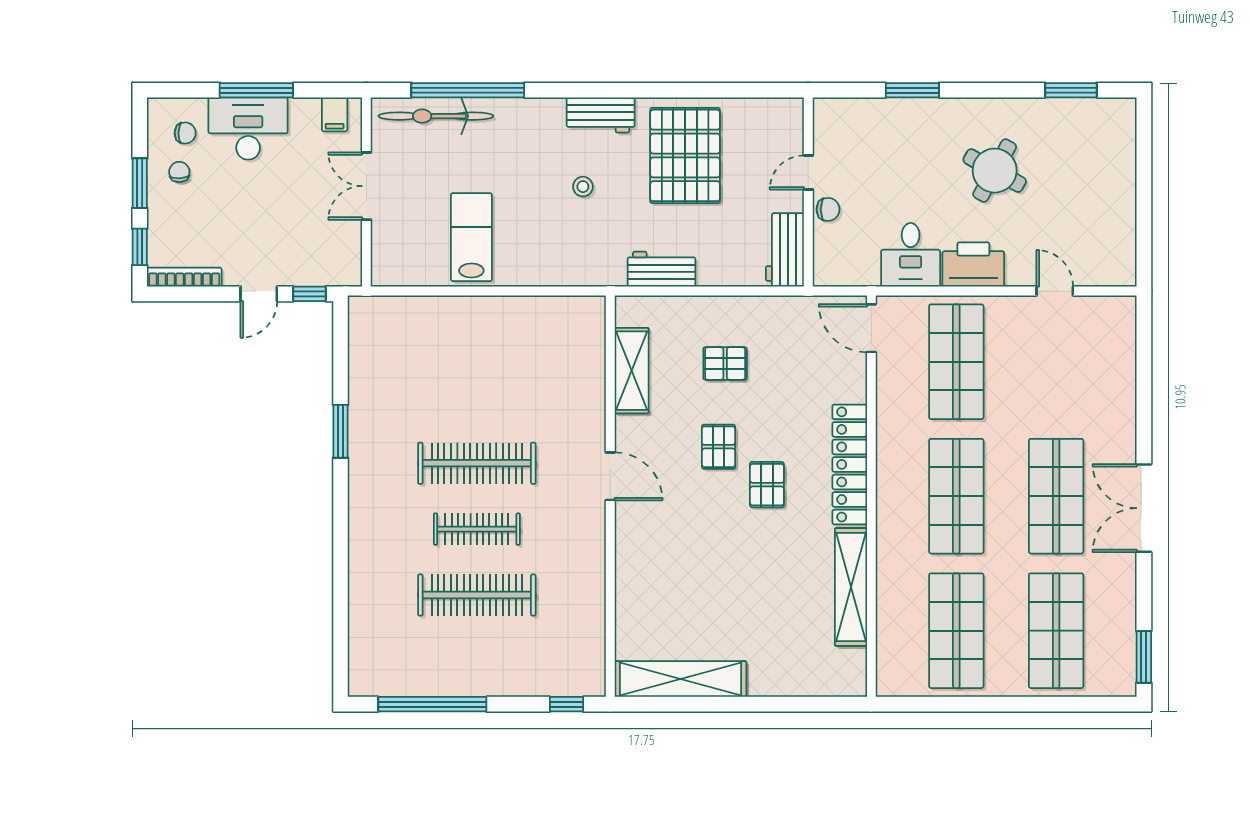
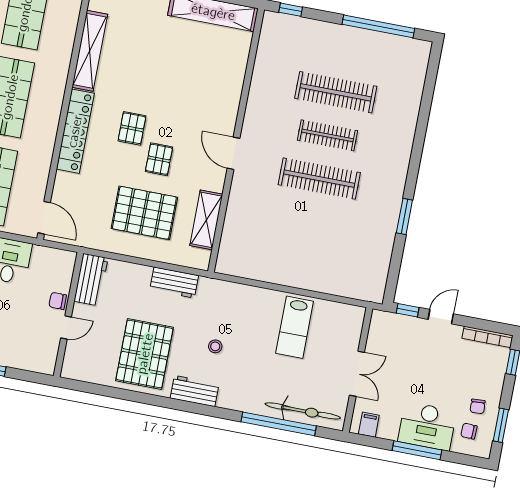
window: (140, 183) -> (501, 425), moved
pallet: (725, 364) -> (144, 213), width x2.05, depth x2.00

